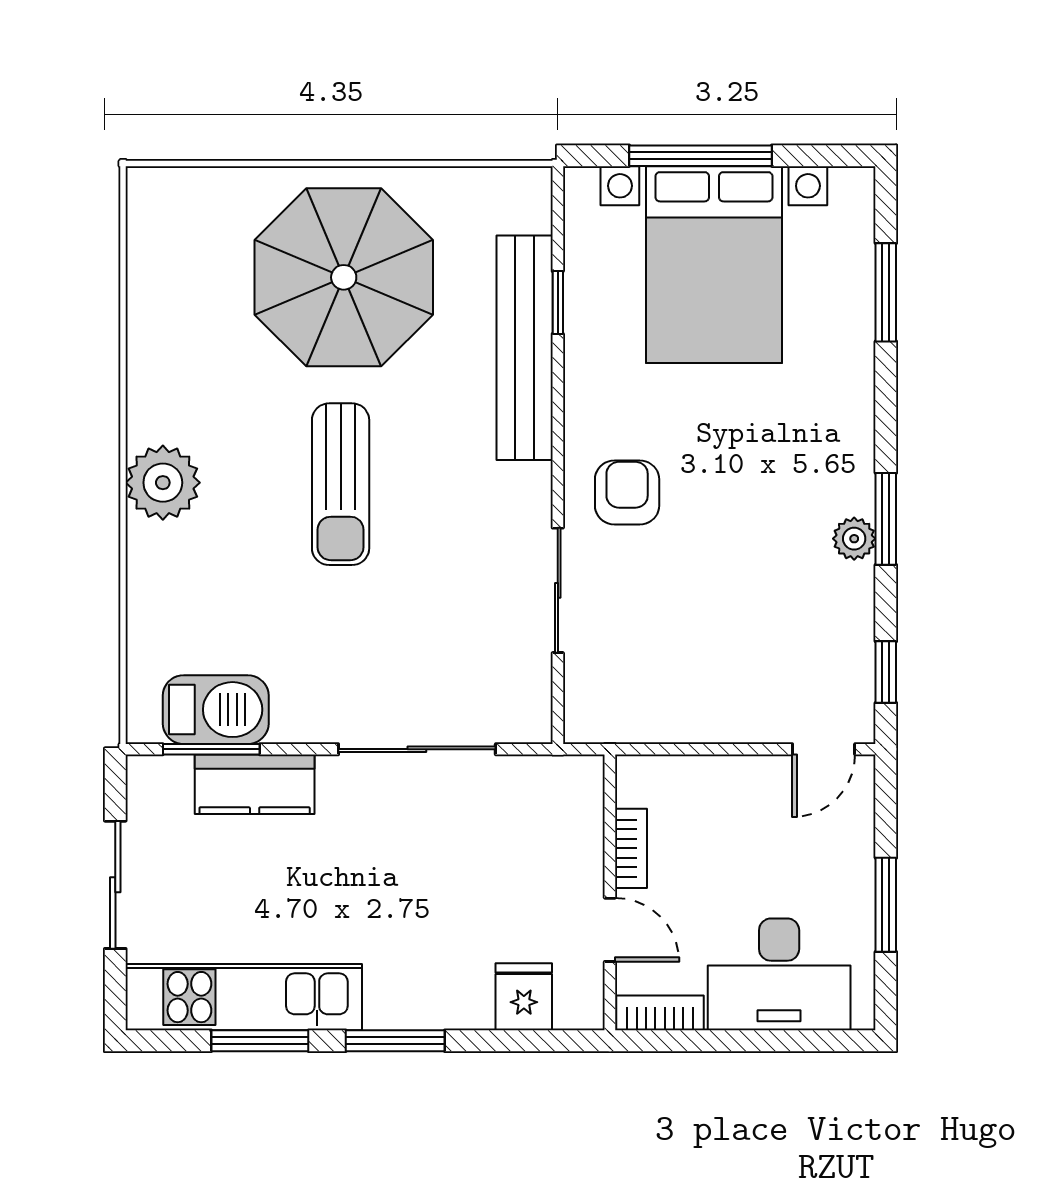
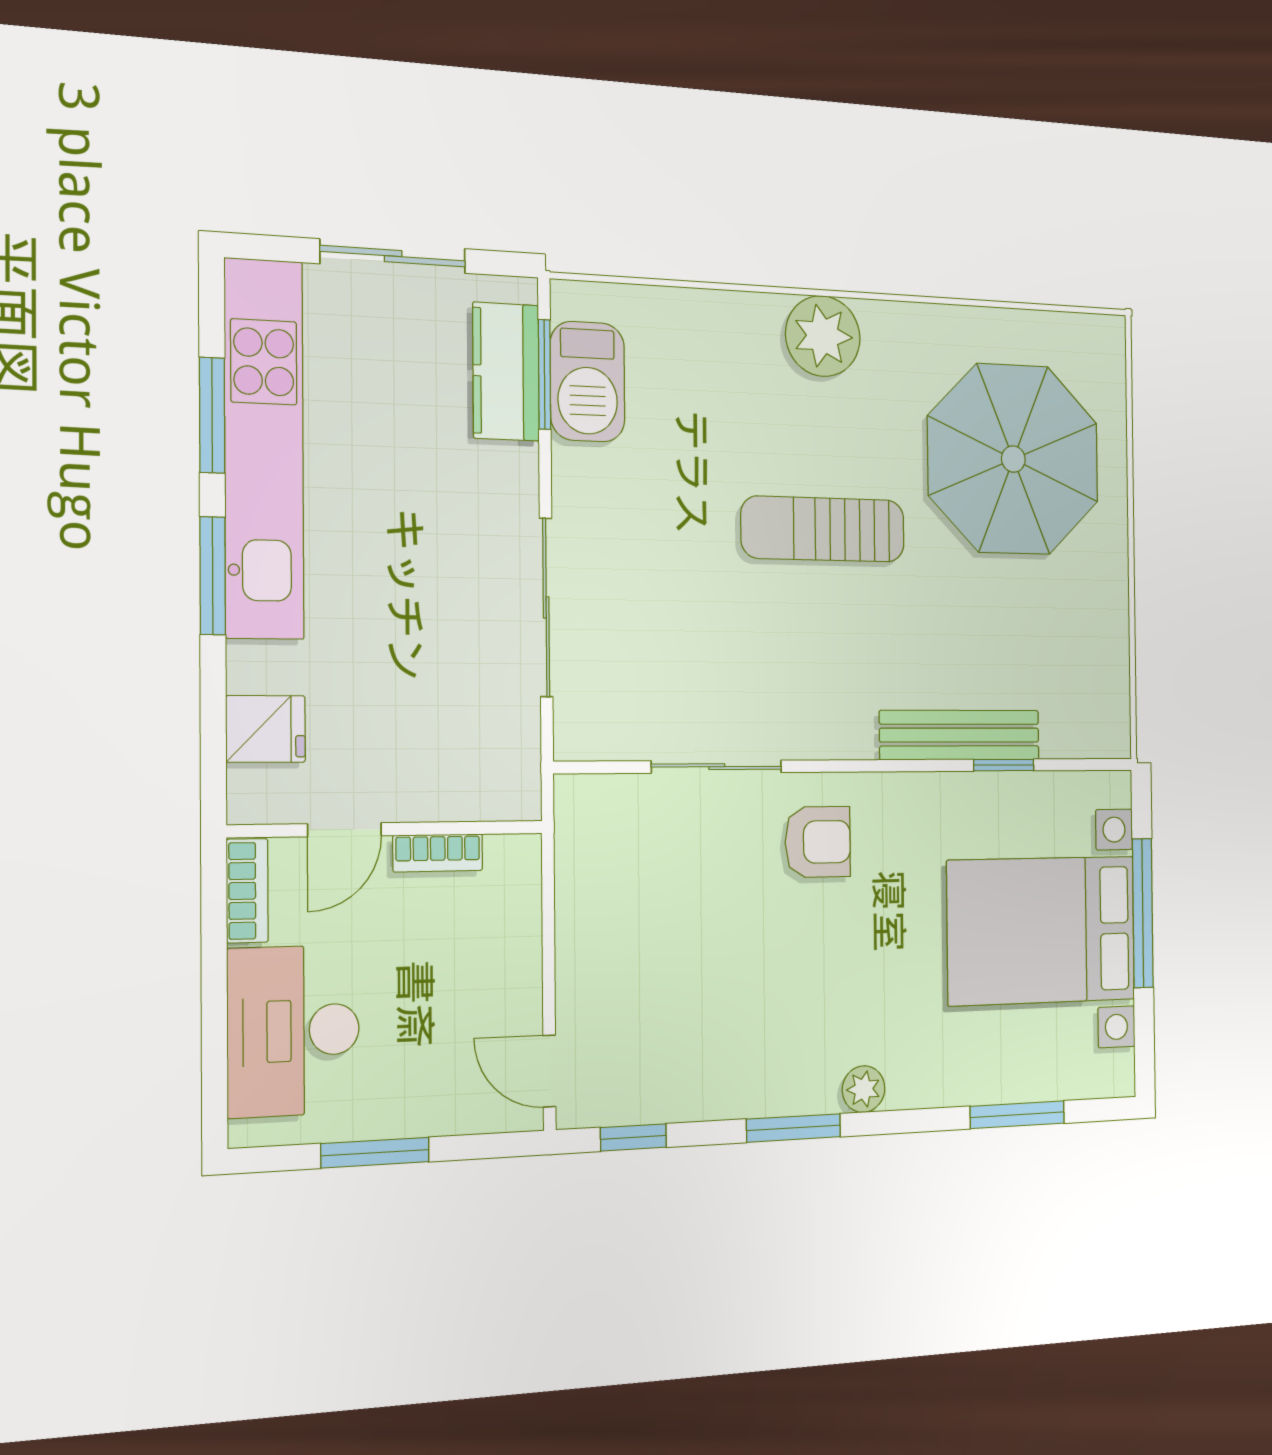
parasol: (344, 277) -> (1013, 459), moved
bench: (525, 348) -> (960, 735), width x0.73, depth x0.82
plant: (854, 539) -> (864, 1089), moved
kitchen counter: (255, 784) -> (506, 372), moved
kitchen unit: (244, 997) -> (264, 449), width x1.36

